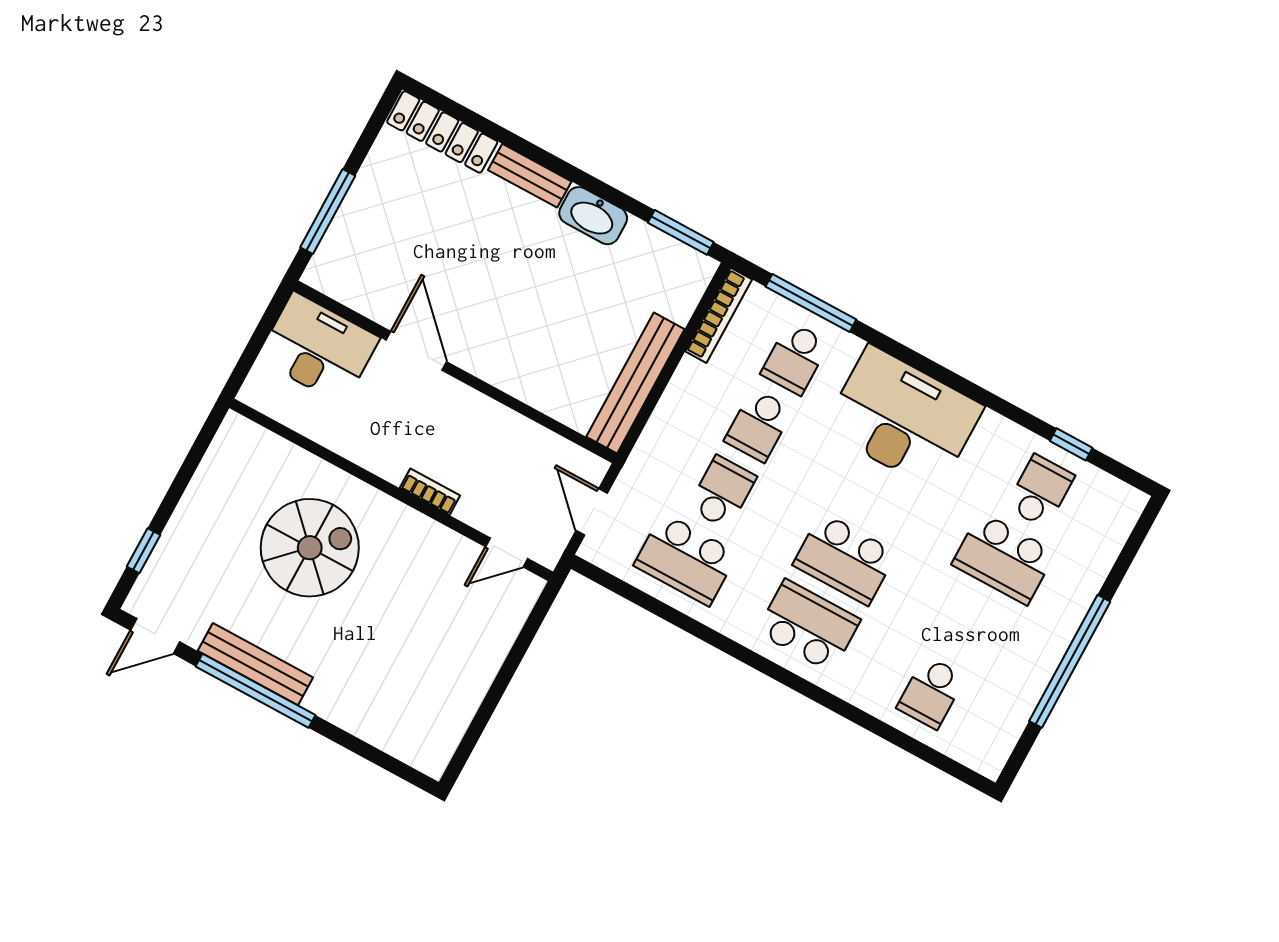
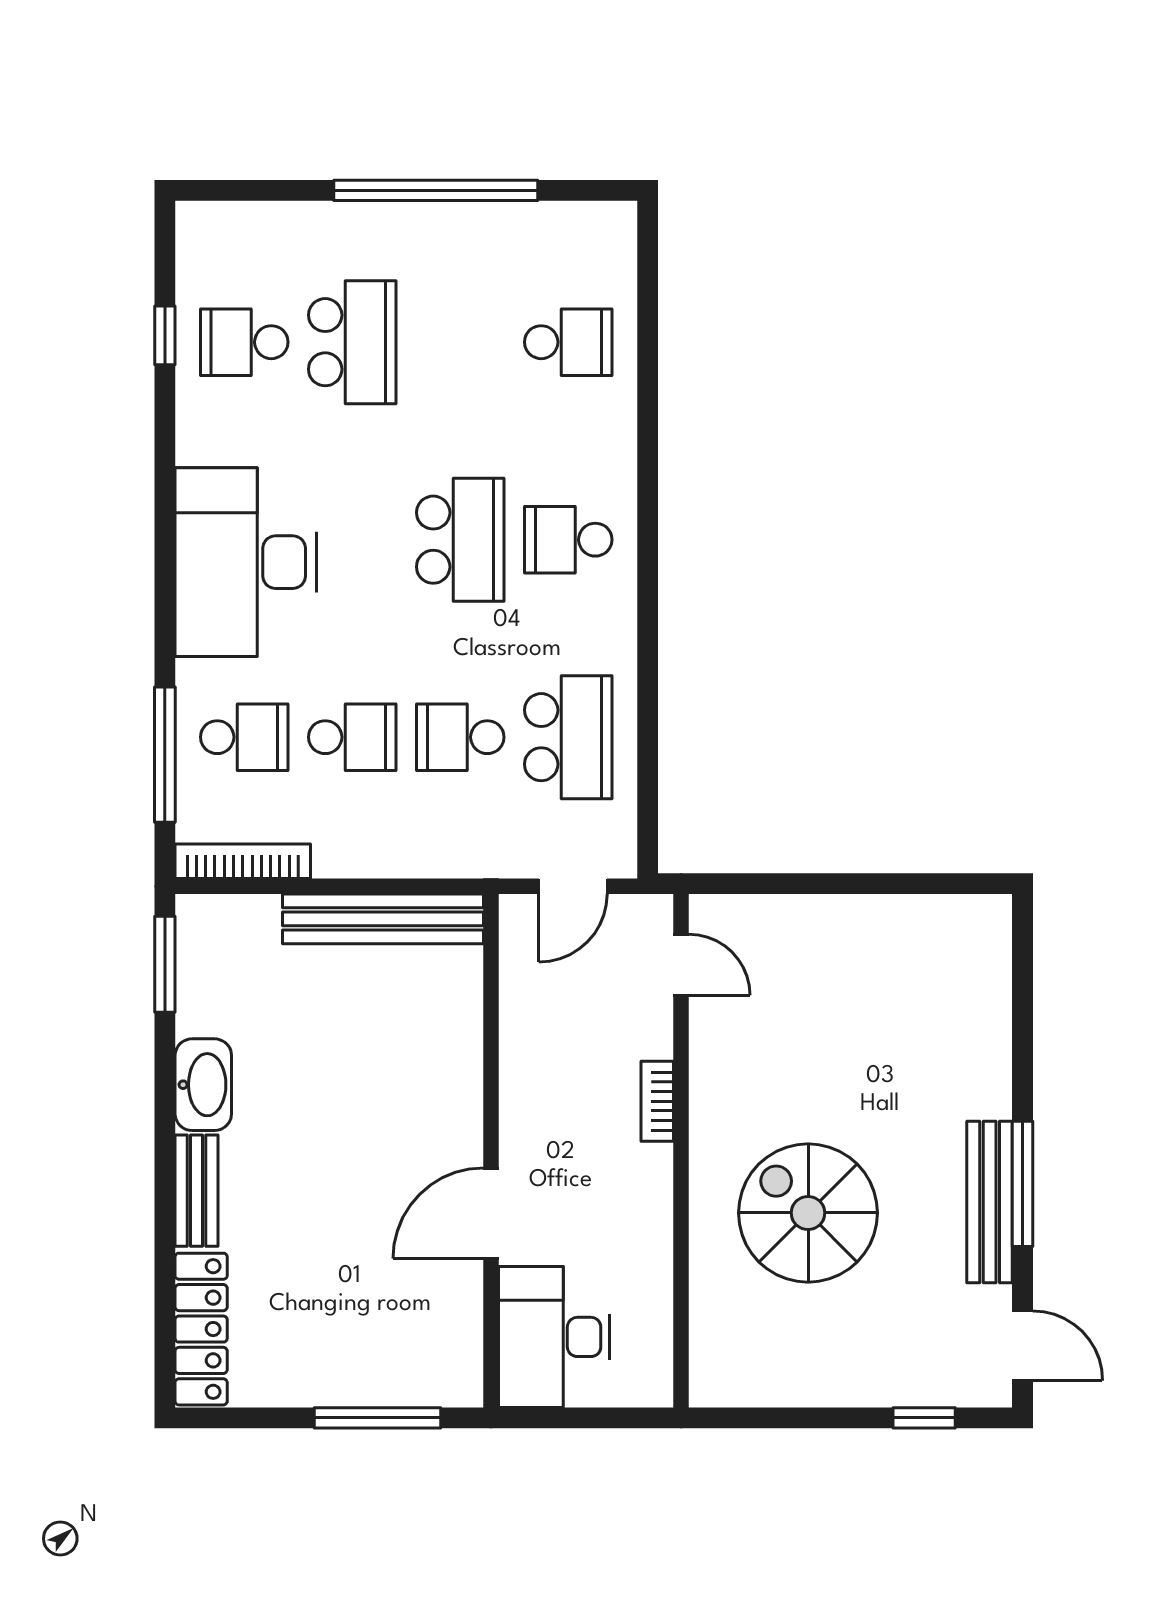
school desk: (808, 626) -> (568, 540), width x0.54
window: (256, 691) -> (1022, 1184), width x0.68

